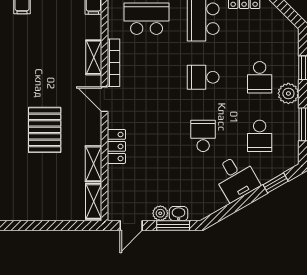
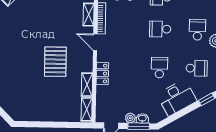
school desk: (260, 77) -> (197, 30), turned 180
school desk: (260, 136) -> (197, 68), turned -90
desk: (236, 178) -> (177, 98), width x1.37

